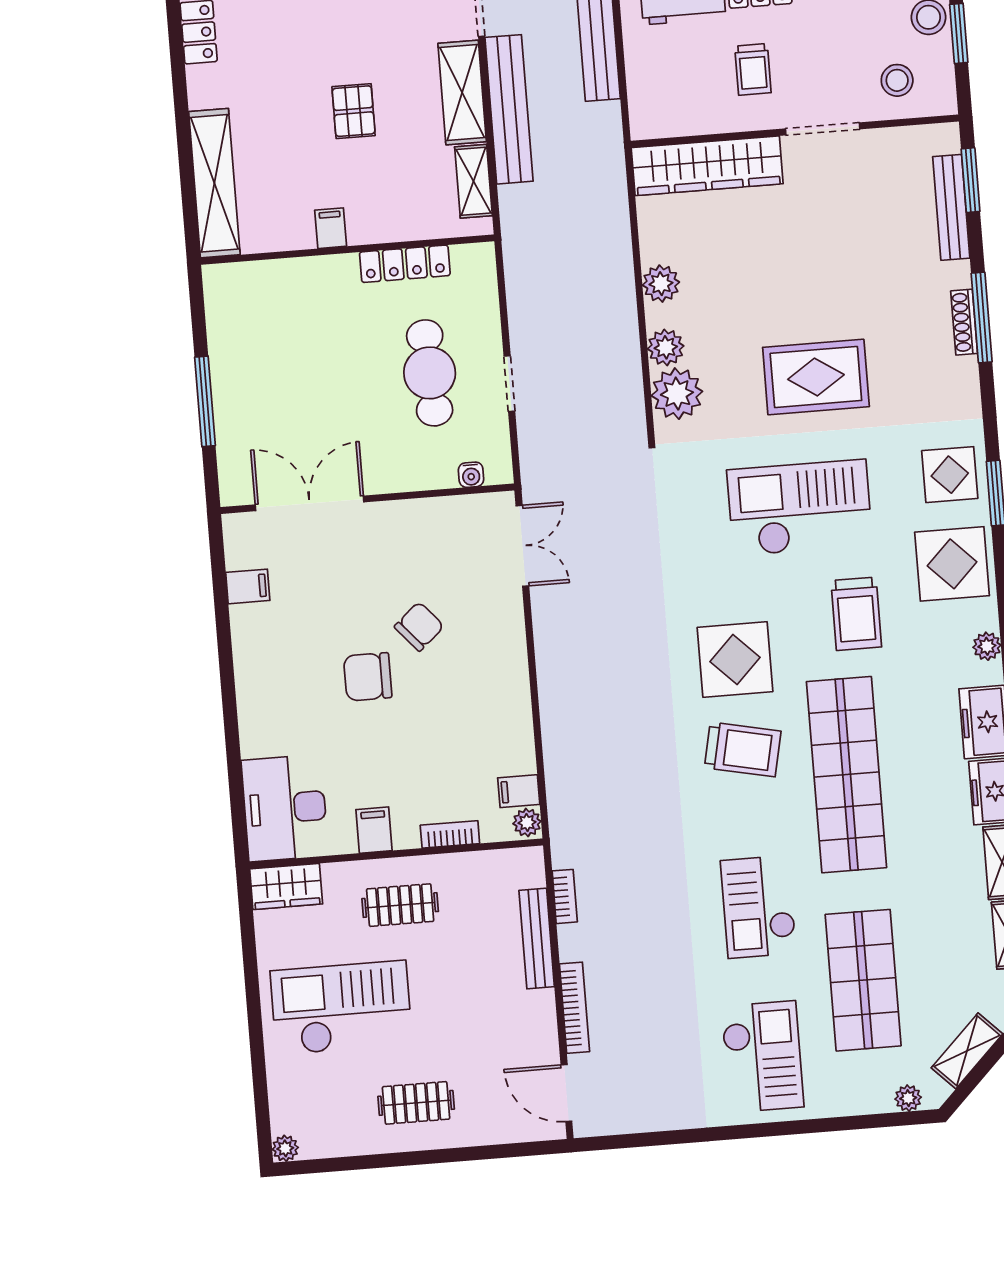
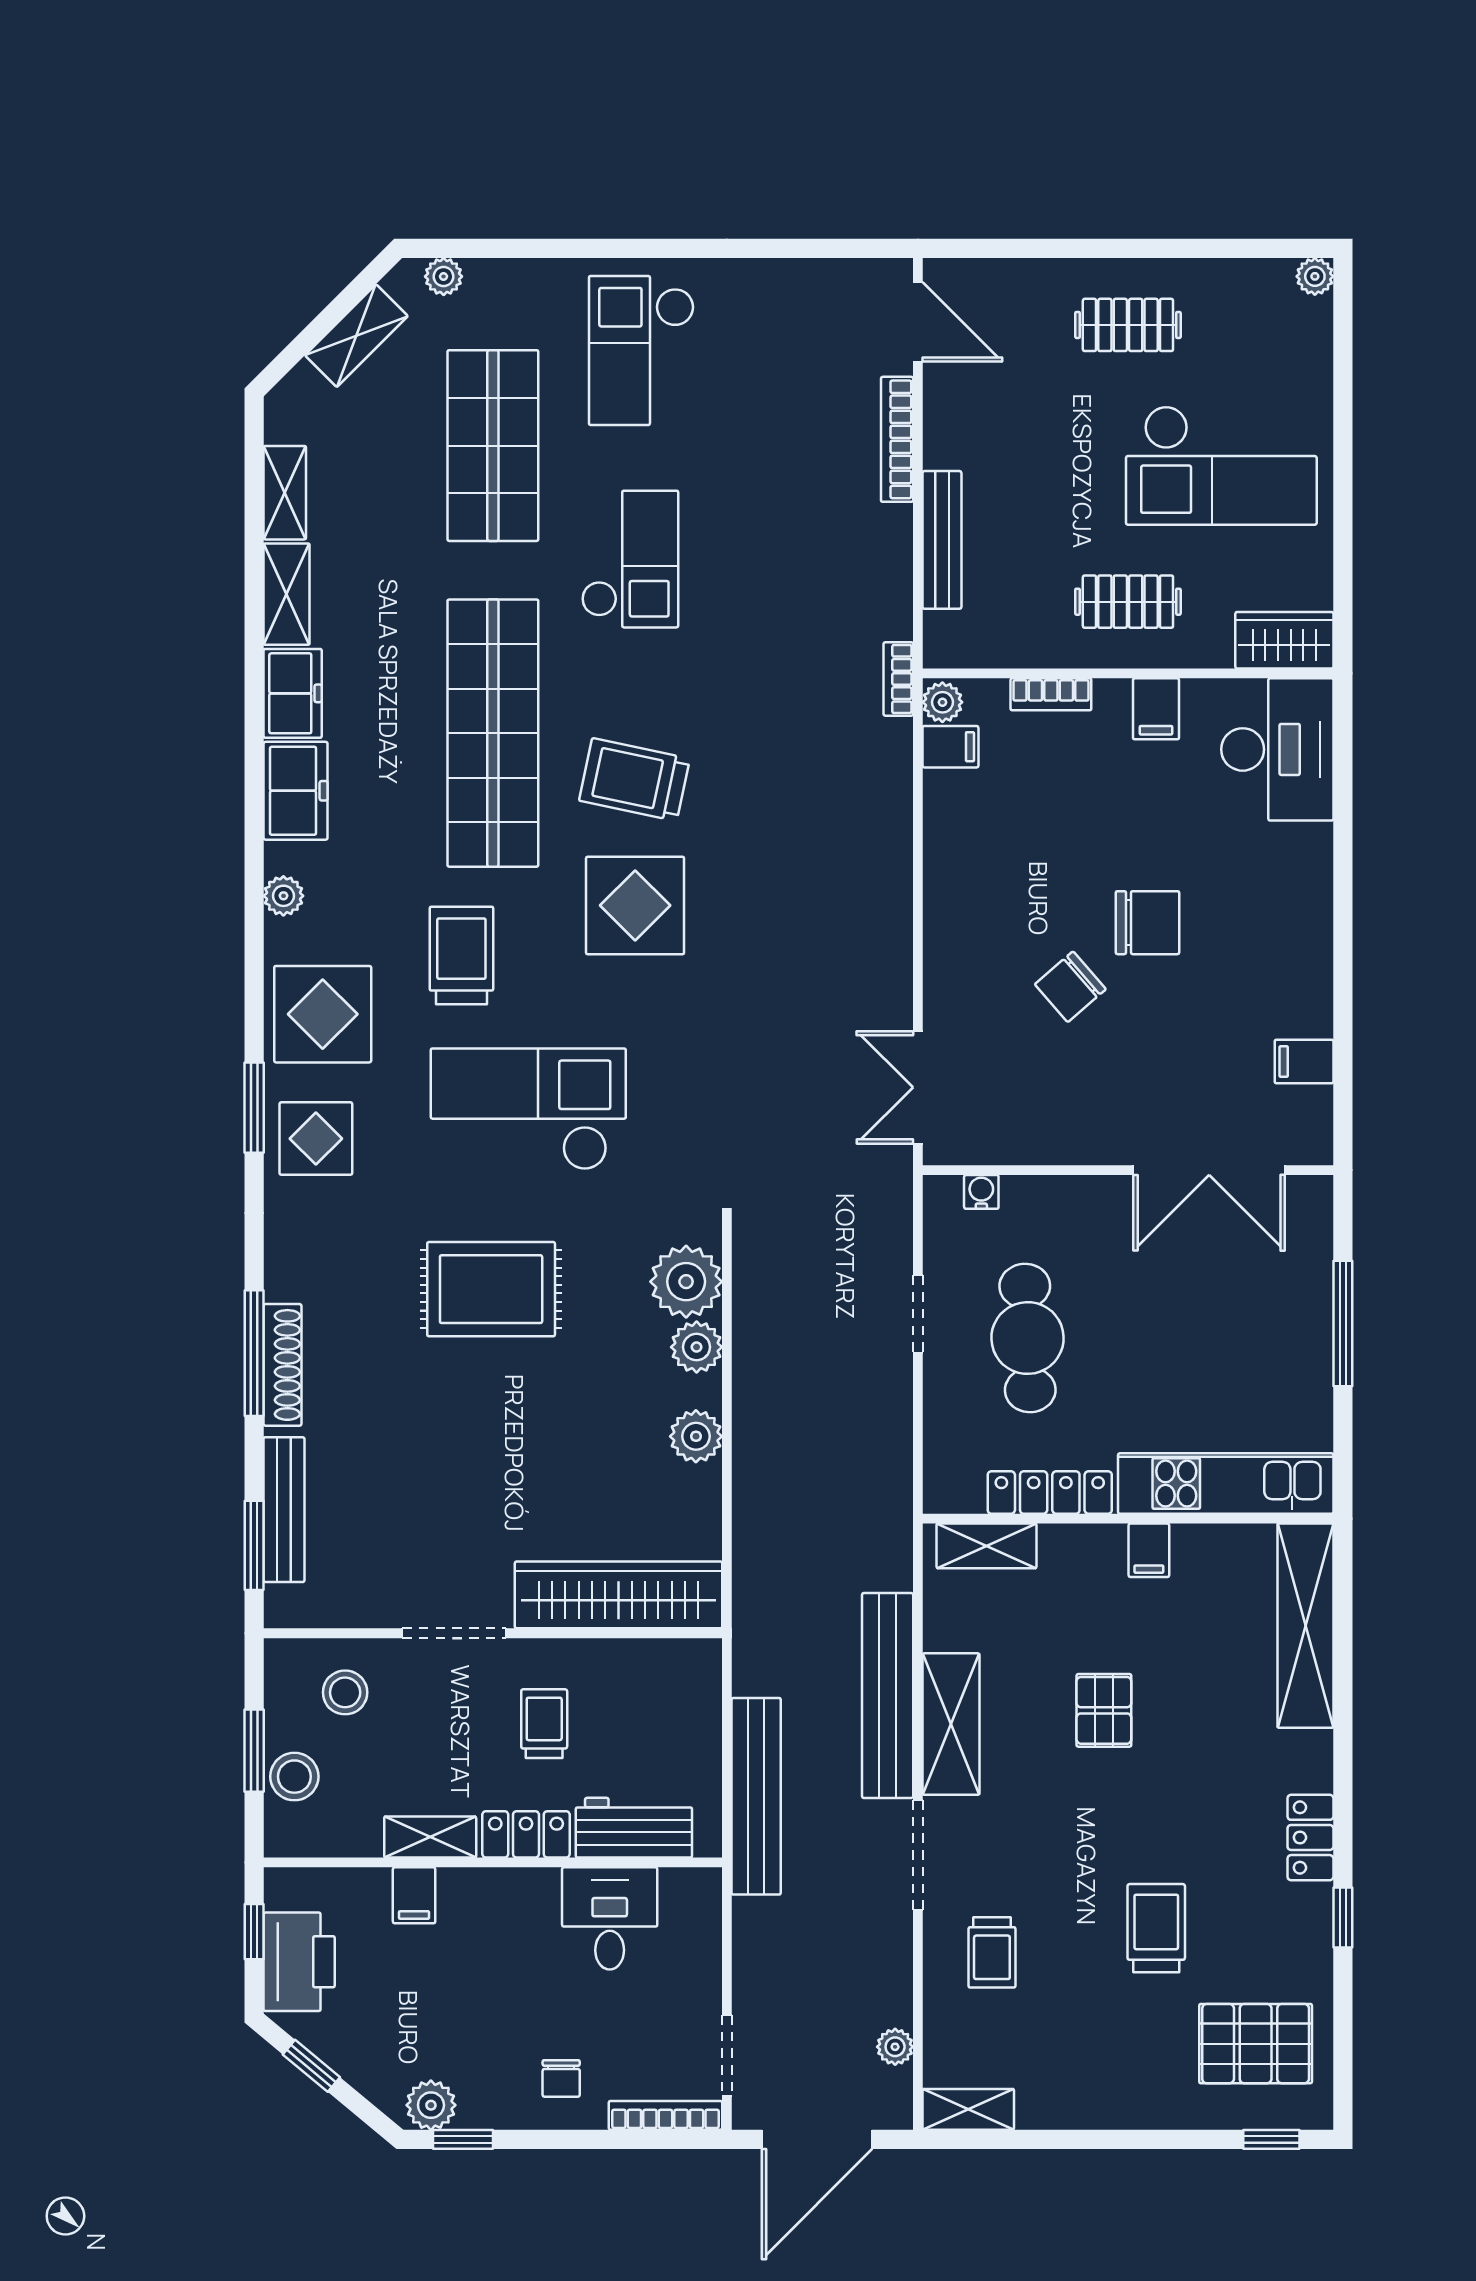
shelving: (473, 181) -> (987, 1546), moved, turned 90
kitchen unit: (280, 280) -> (1226, 1484), added
shoe rack: (964, 322) -> (282, 1365), width x1.36, depth x1.24
checkout: (800, 508) -> (528, 1109), turned 180
bookcase: (565, 896) -> (898, 679), moved

